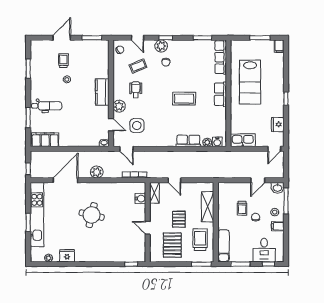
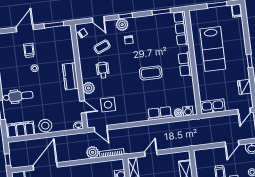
stool: (71, 139) -> (45, 126), added
plant: (97, 172) -> (93, 152), moved
door: (174, 180) -> (151, 153), swing flipped

